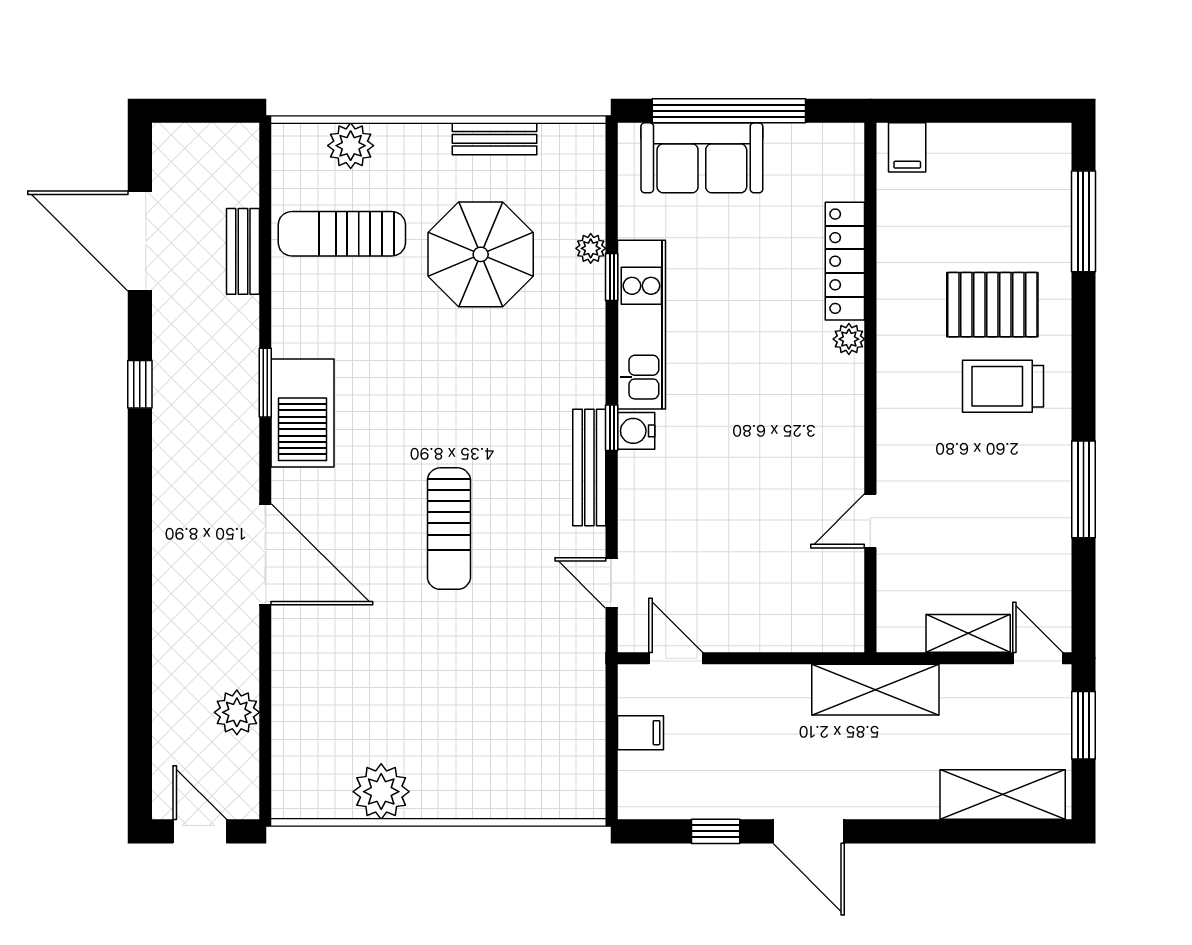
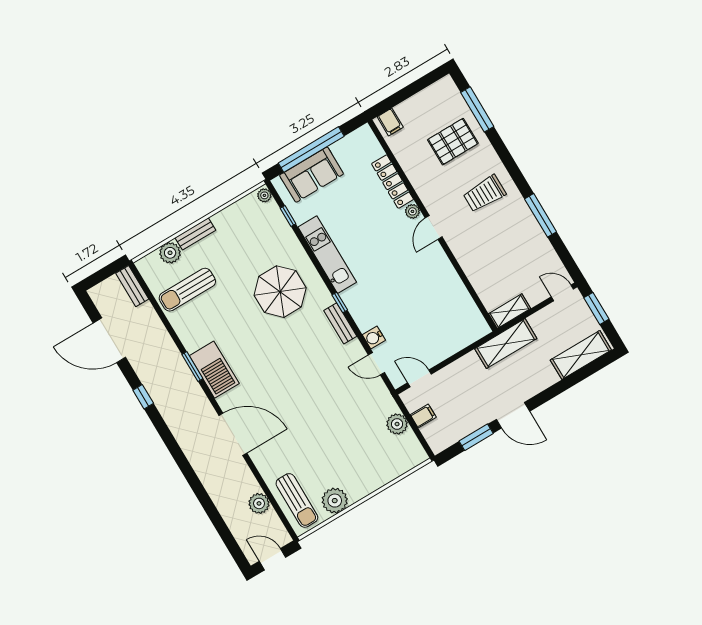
bench: (495, 139) -> (195, 234), moved
plant: (591, 248) -> (264, 195), moved
bench: (243, 251) -> (132, 286), moved
parasol: (481, 254) -> (280, 292), moved
window: (612, 277) -> (288, 216), moved
pallet: (992, 305) -> (453, 142), moved
water cooler: (636, 431) -> (374, 337), moved
bench: (589, 467) -> (340, 323), width x0.73
door: (870, 521) -> (434, 227), moved
sun lounger: (449, 529) -> (297, 500), moved
shelving: (968, 633) -> (509, 311), moved
plant: (583, 718) -> (397, 424), added
window: (716, 831) -> (476, 437), width x1.50

